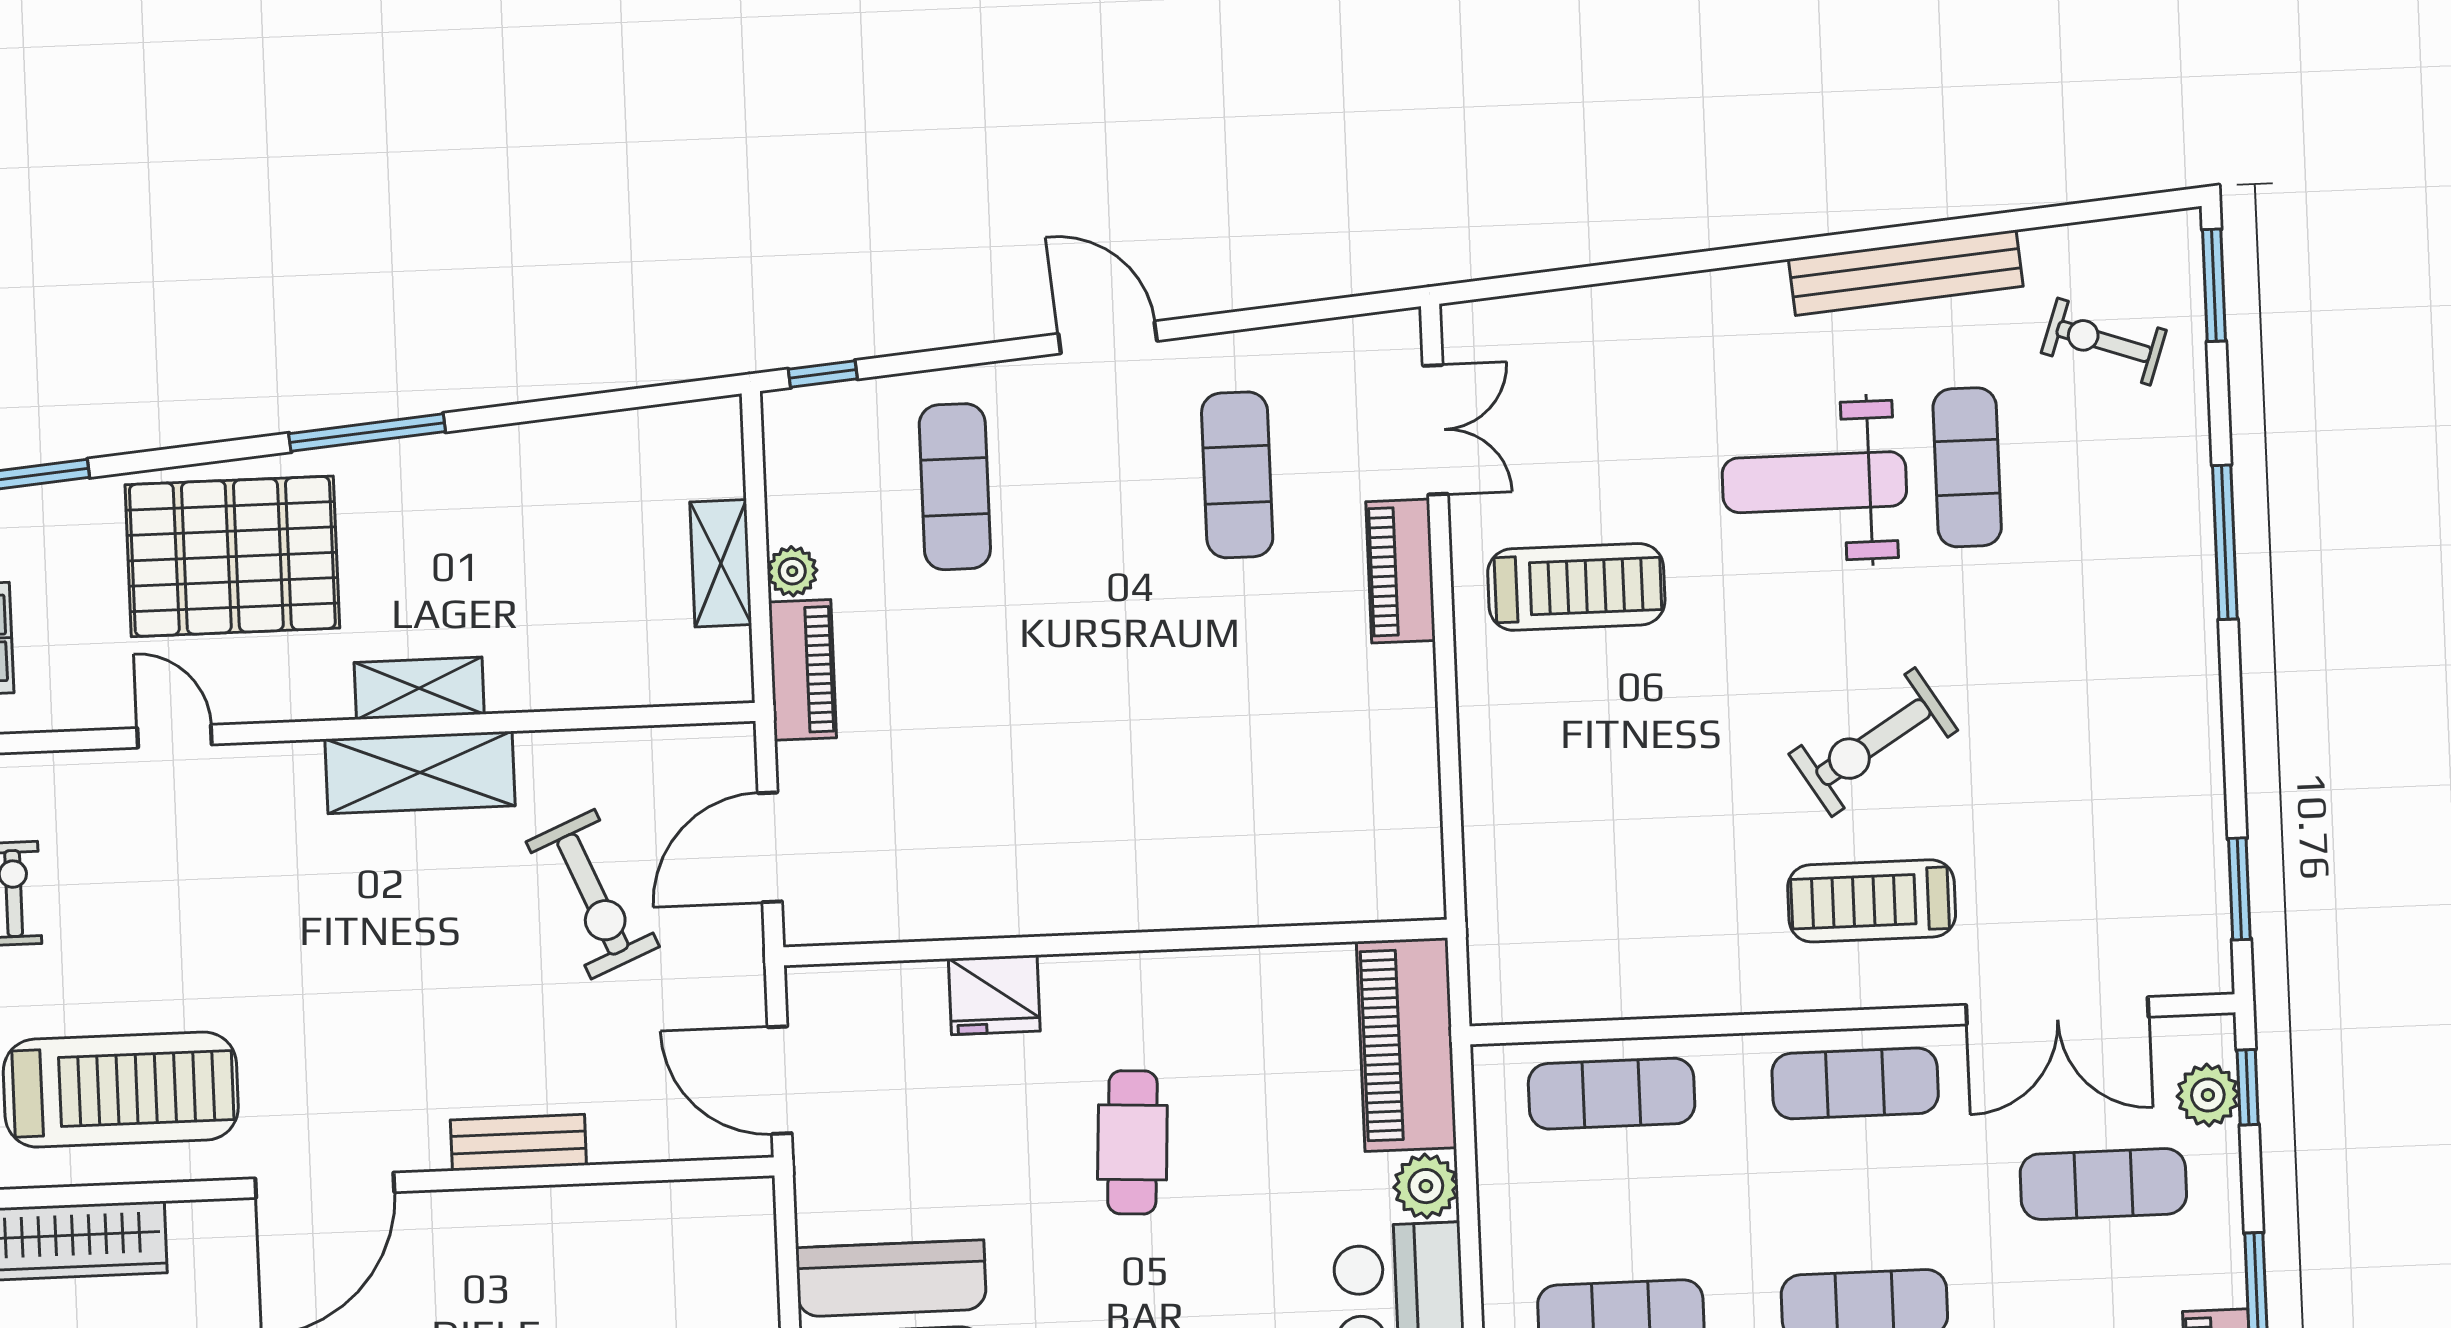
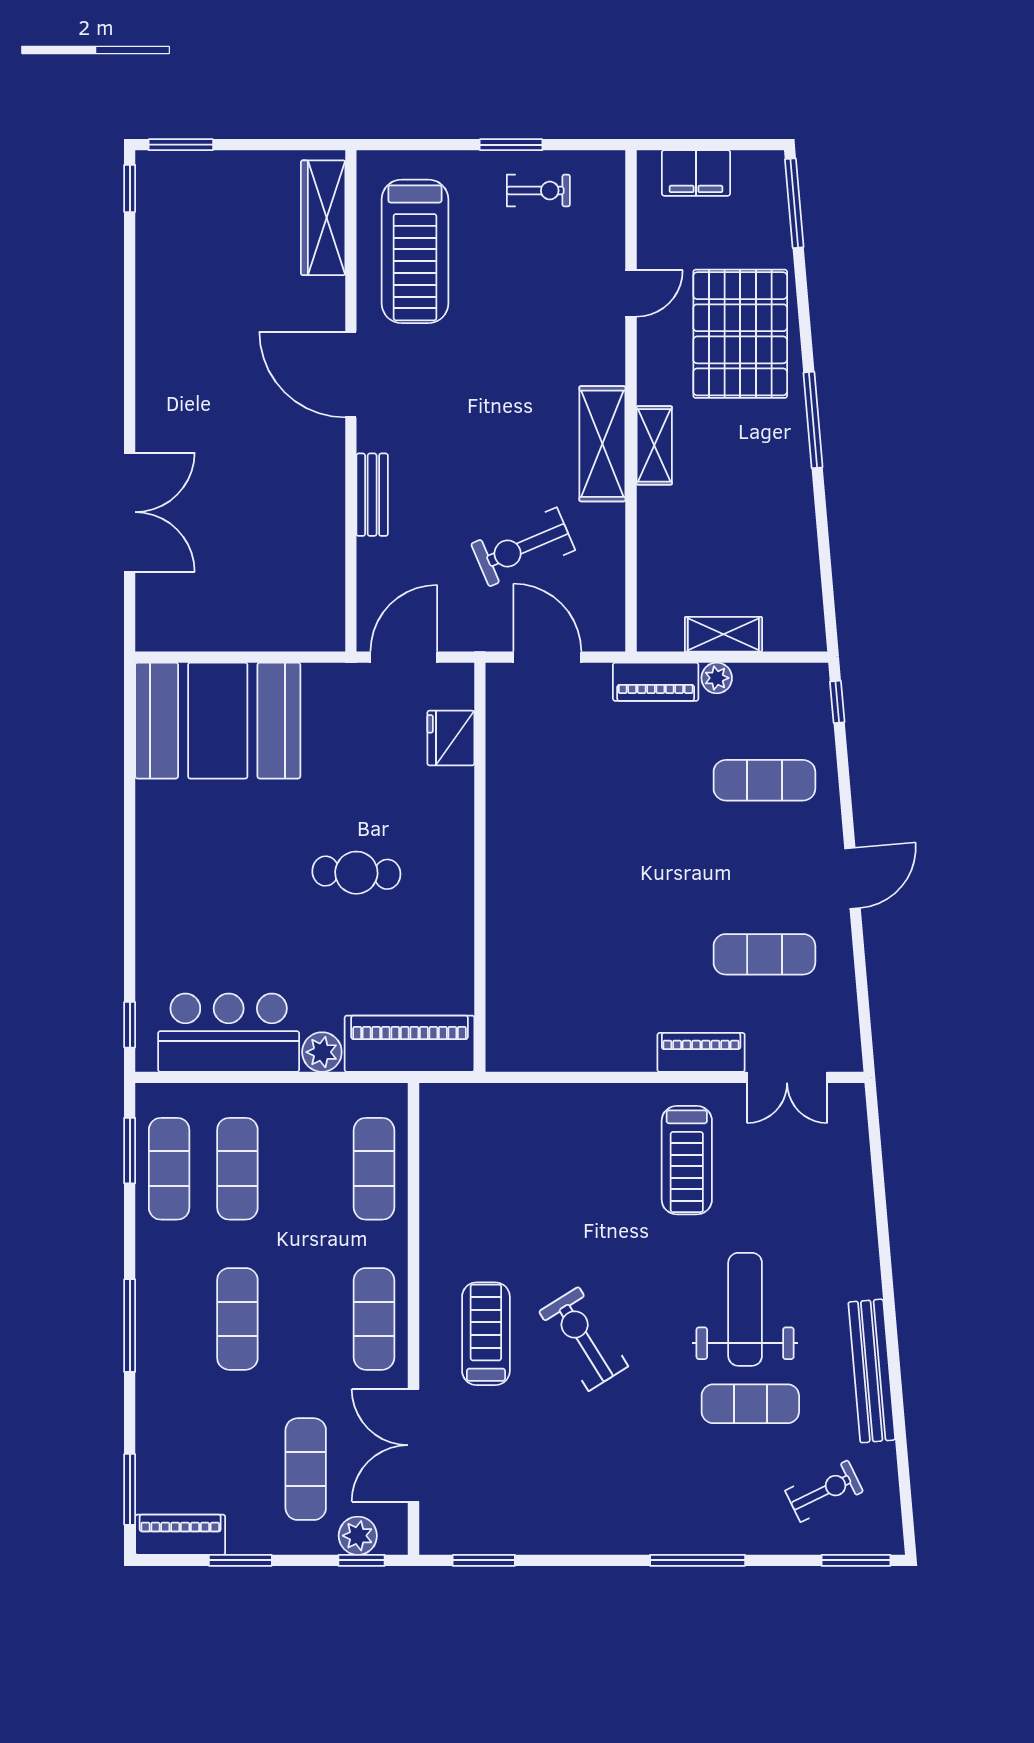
exercise bike: (2104, 342) -> (824, 1491), turned 45
fridge: (994, 995) -> (451, 738), moved

